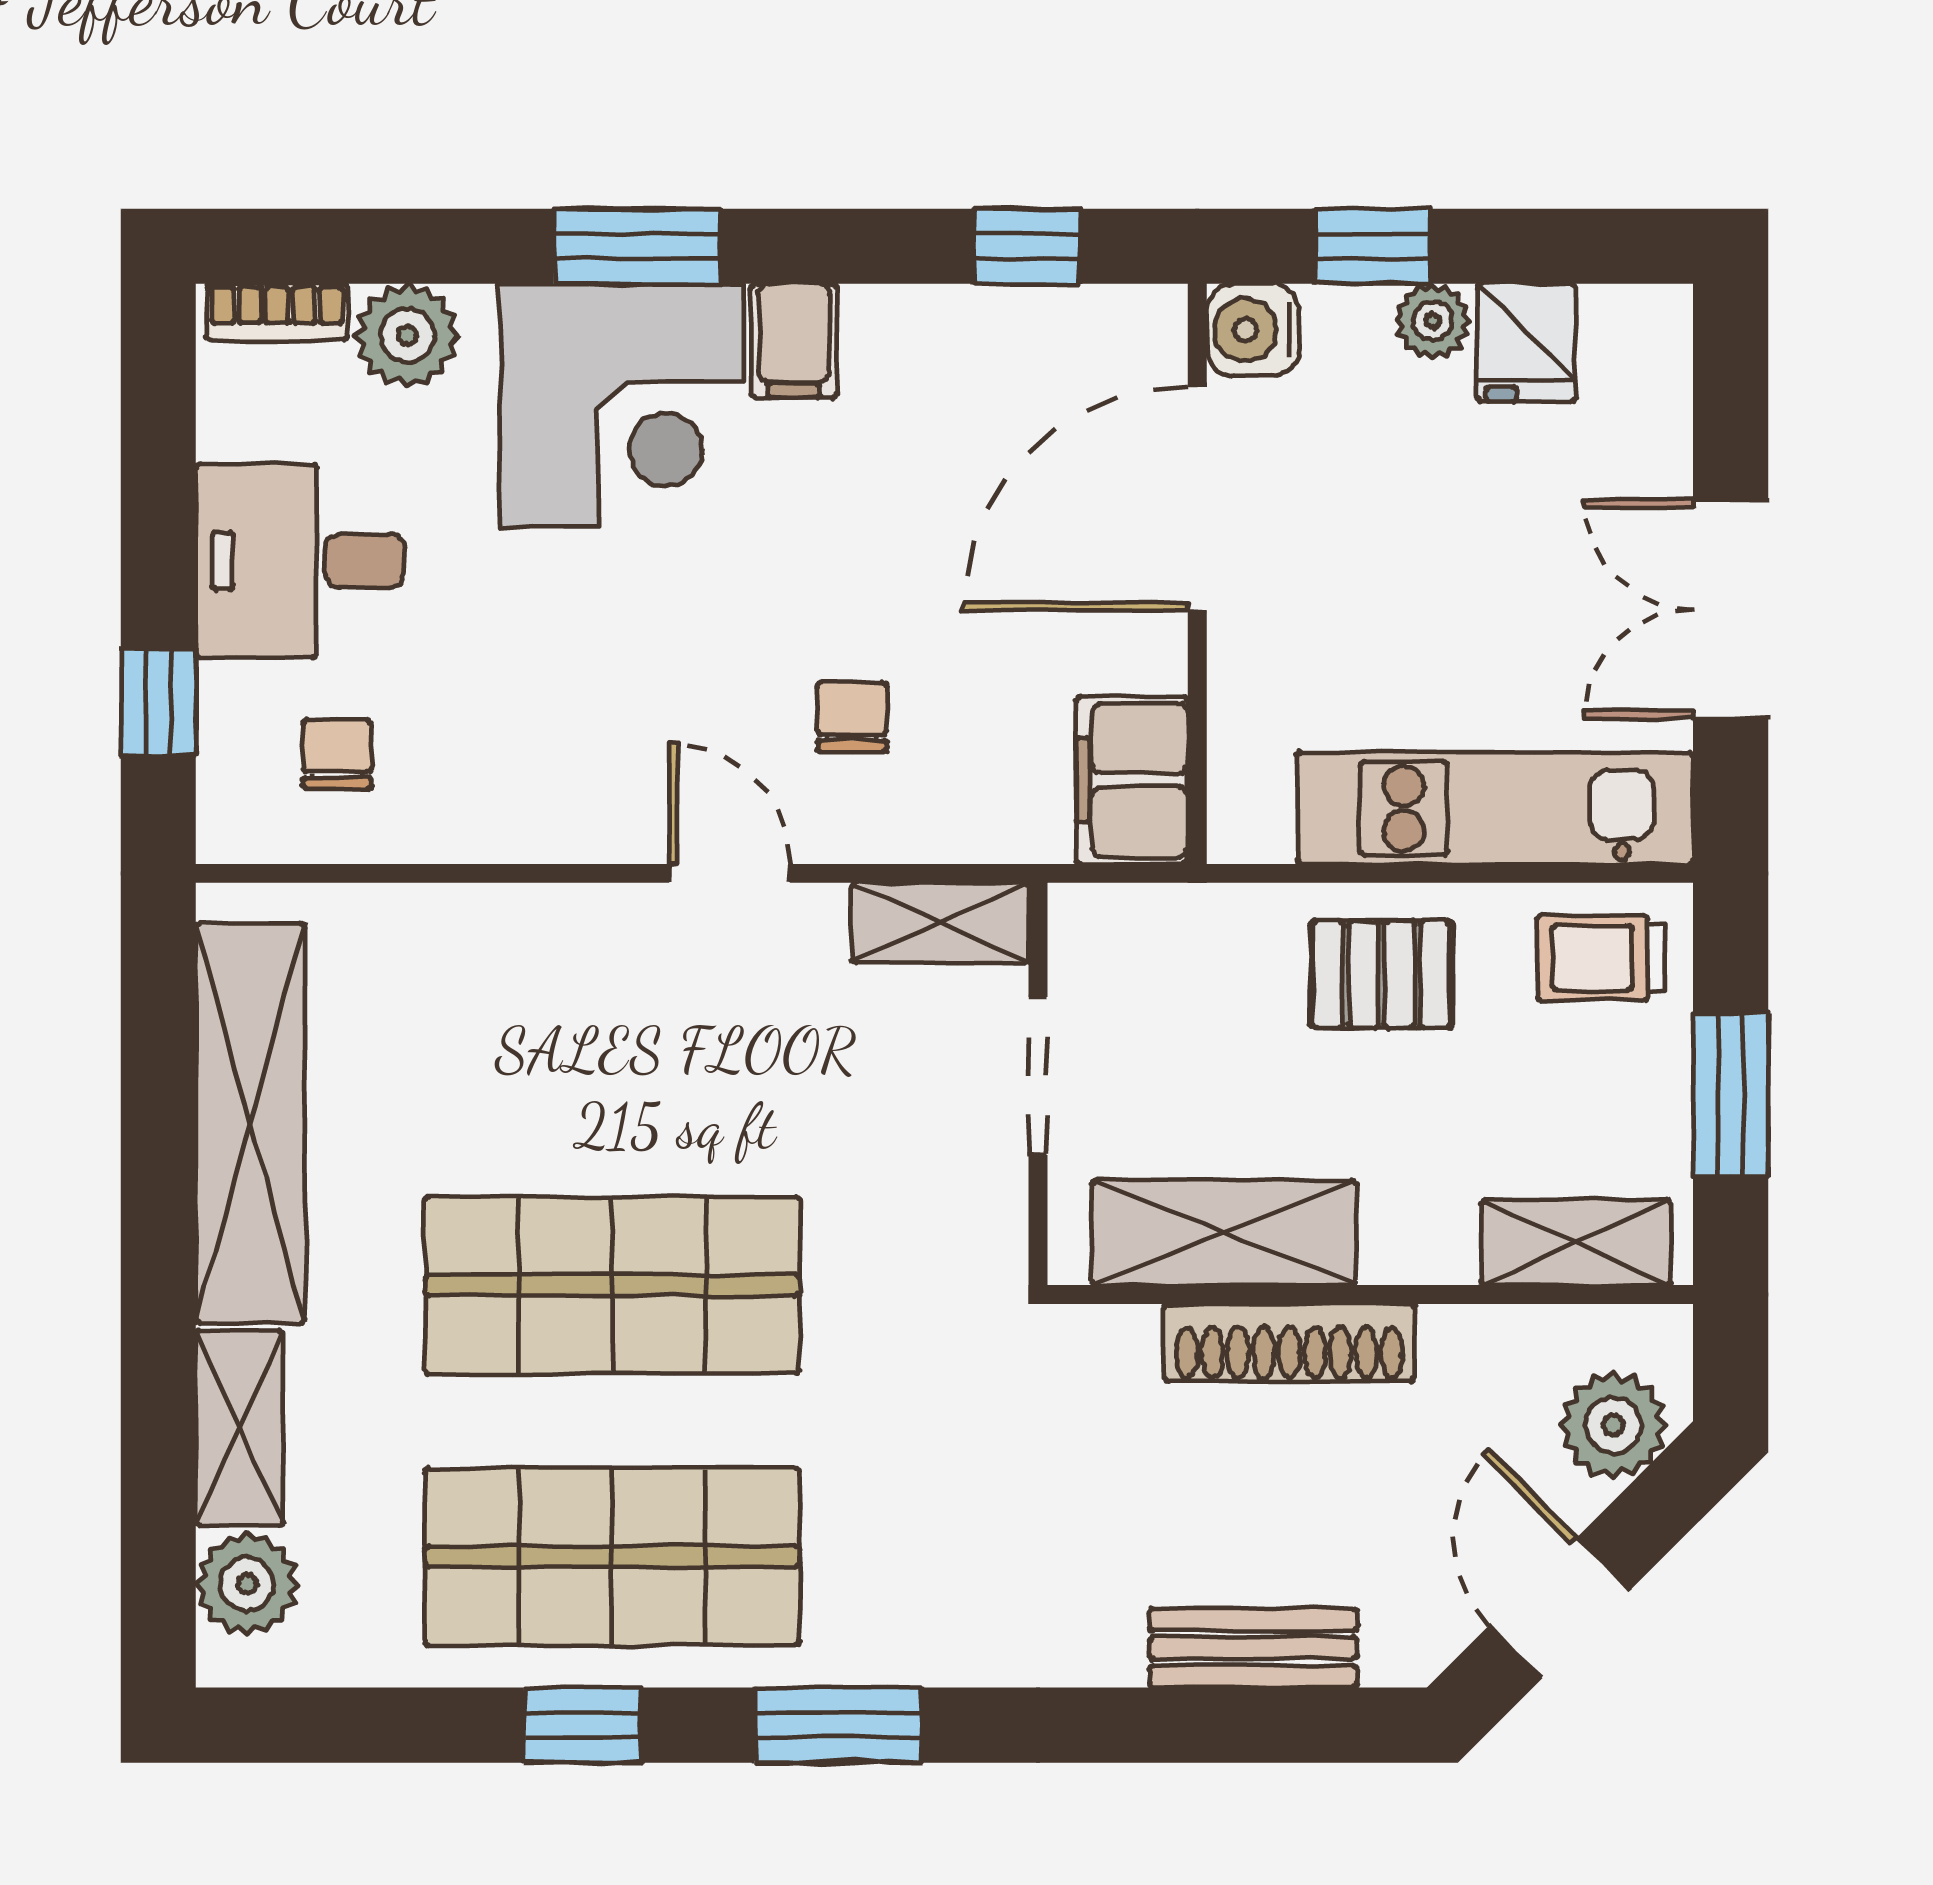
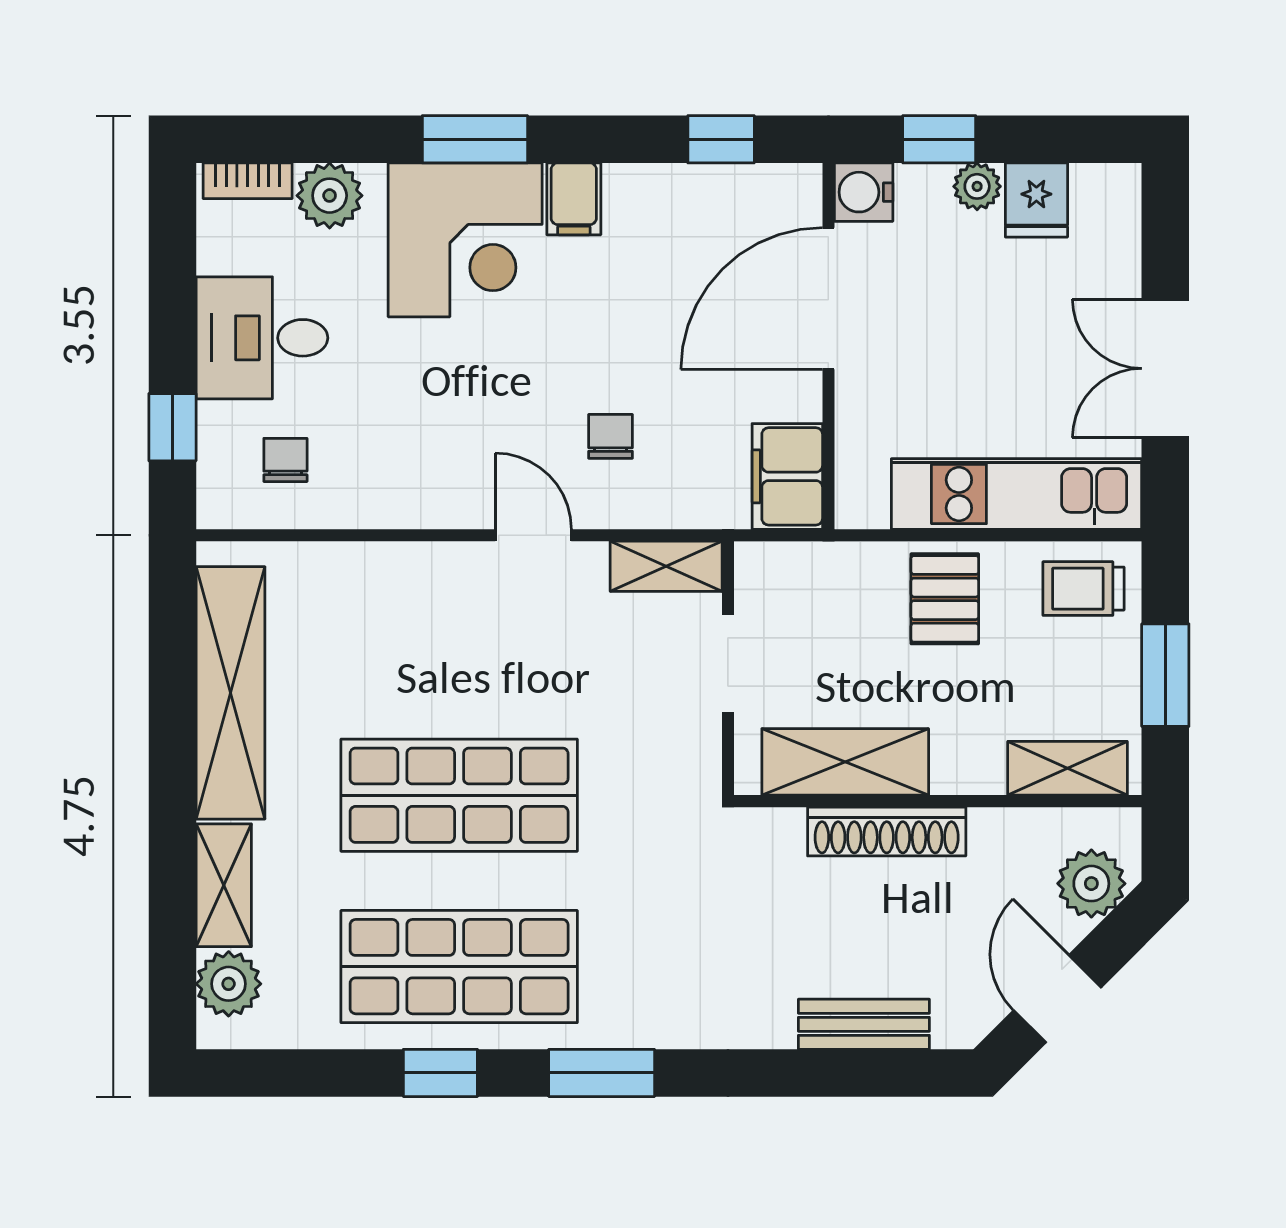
pallet: (1381, 974) -> (945, 599), turned 90

